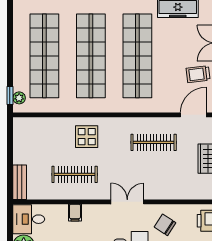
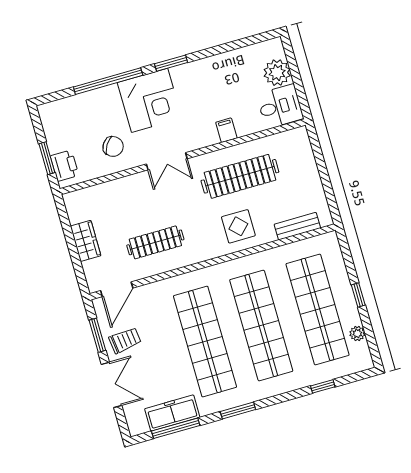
window: (10, 95) -> (358, 295), moved
plant: (19, 98) -> (357, 333), moved
clothes rail: (75, 174) -> (240, 176), width x1.37, depth x1.31
bench: (20, 182) -> (297, 226), moved, turned 90

